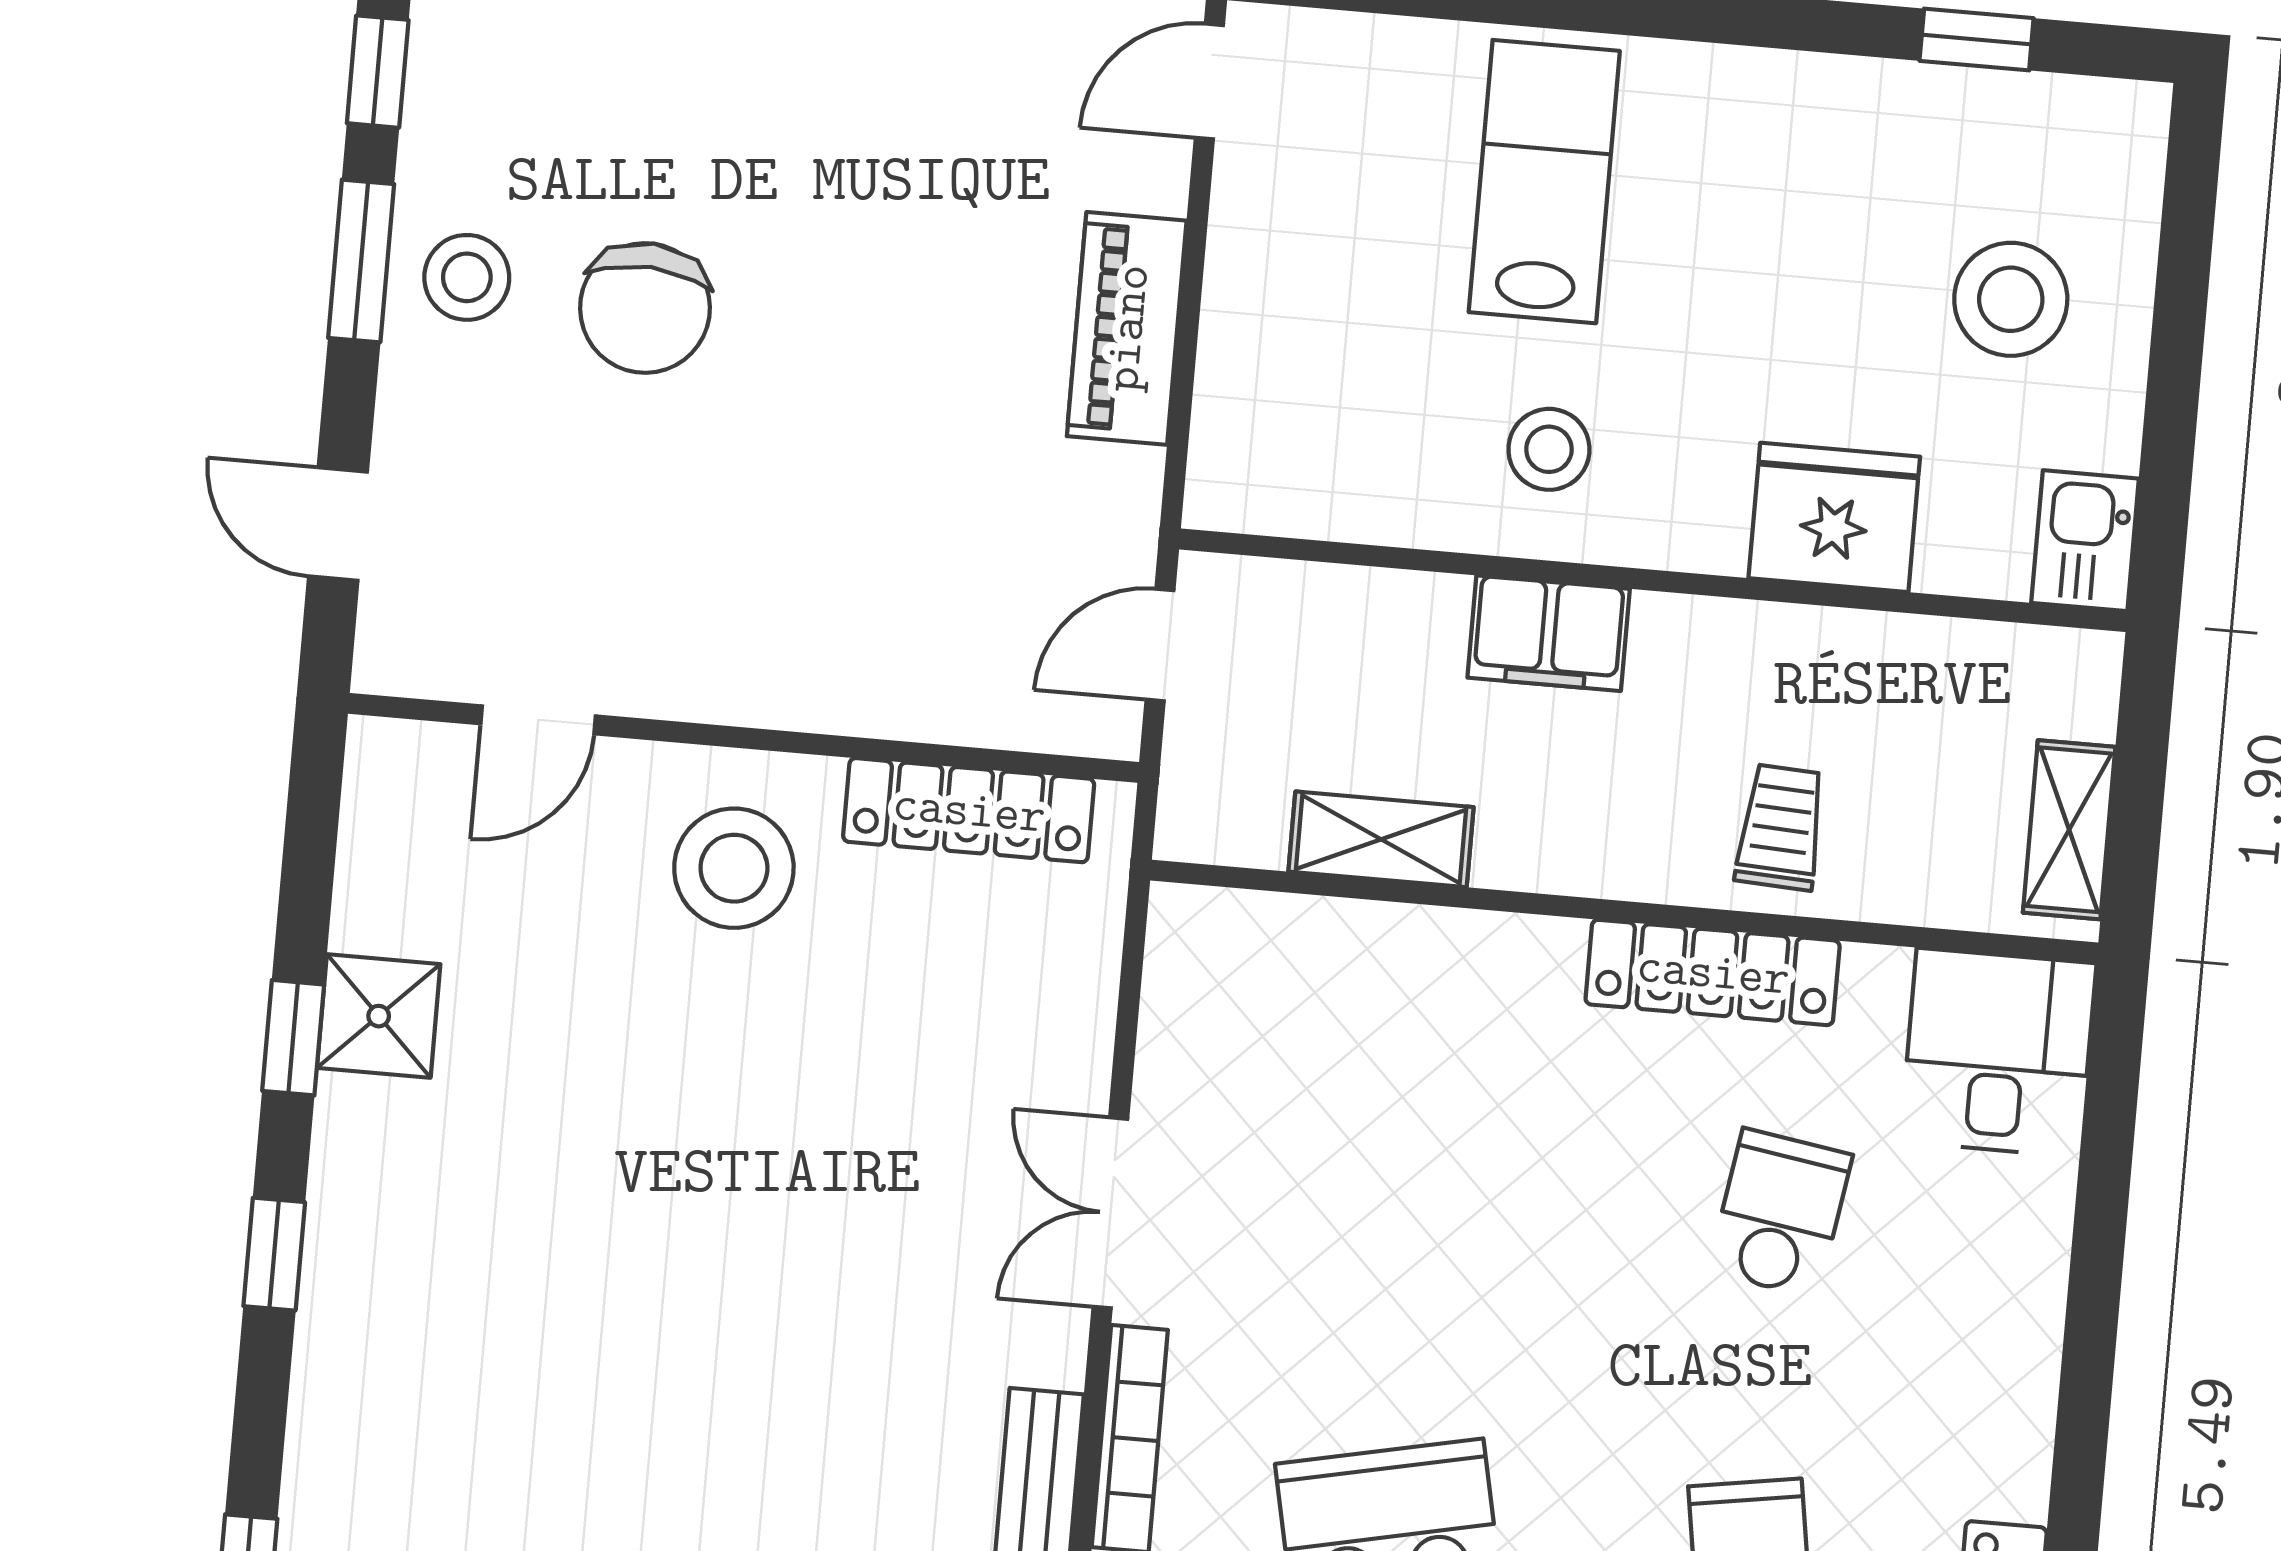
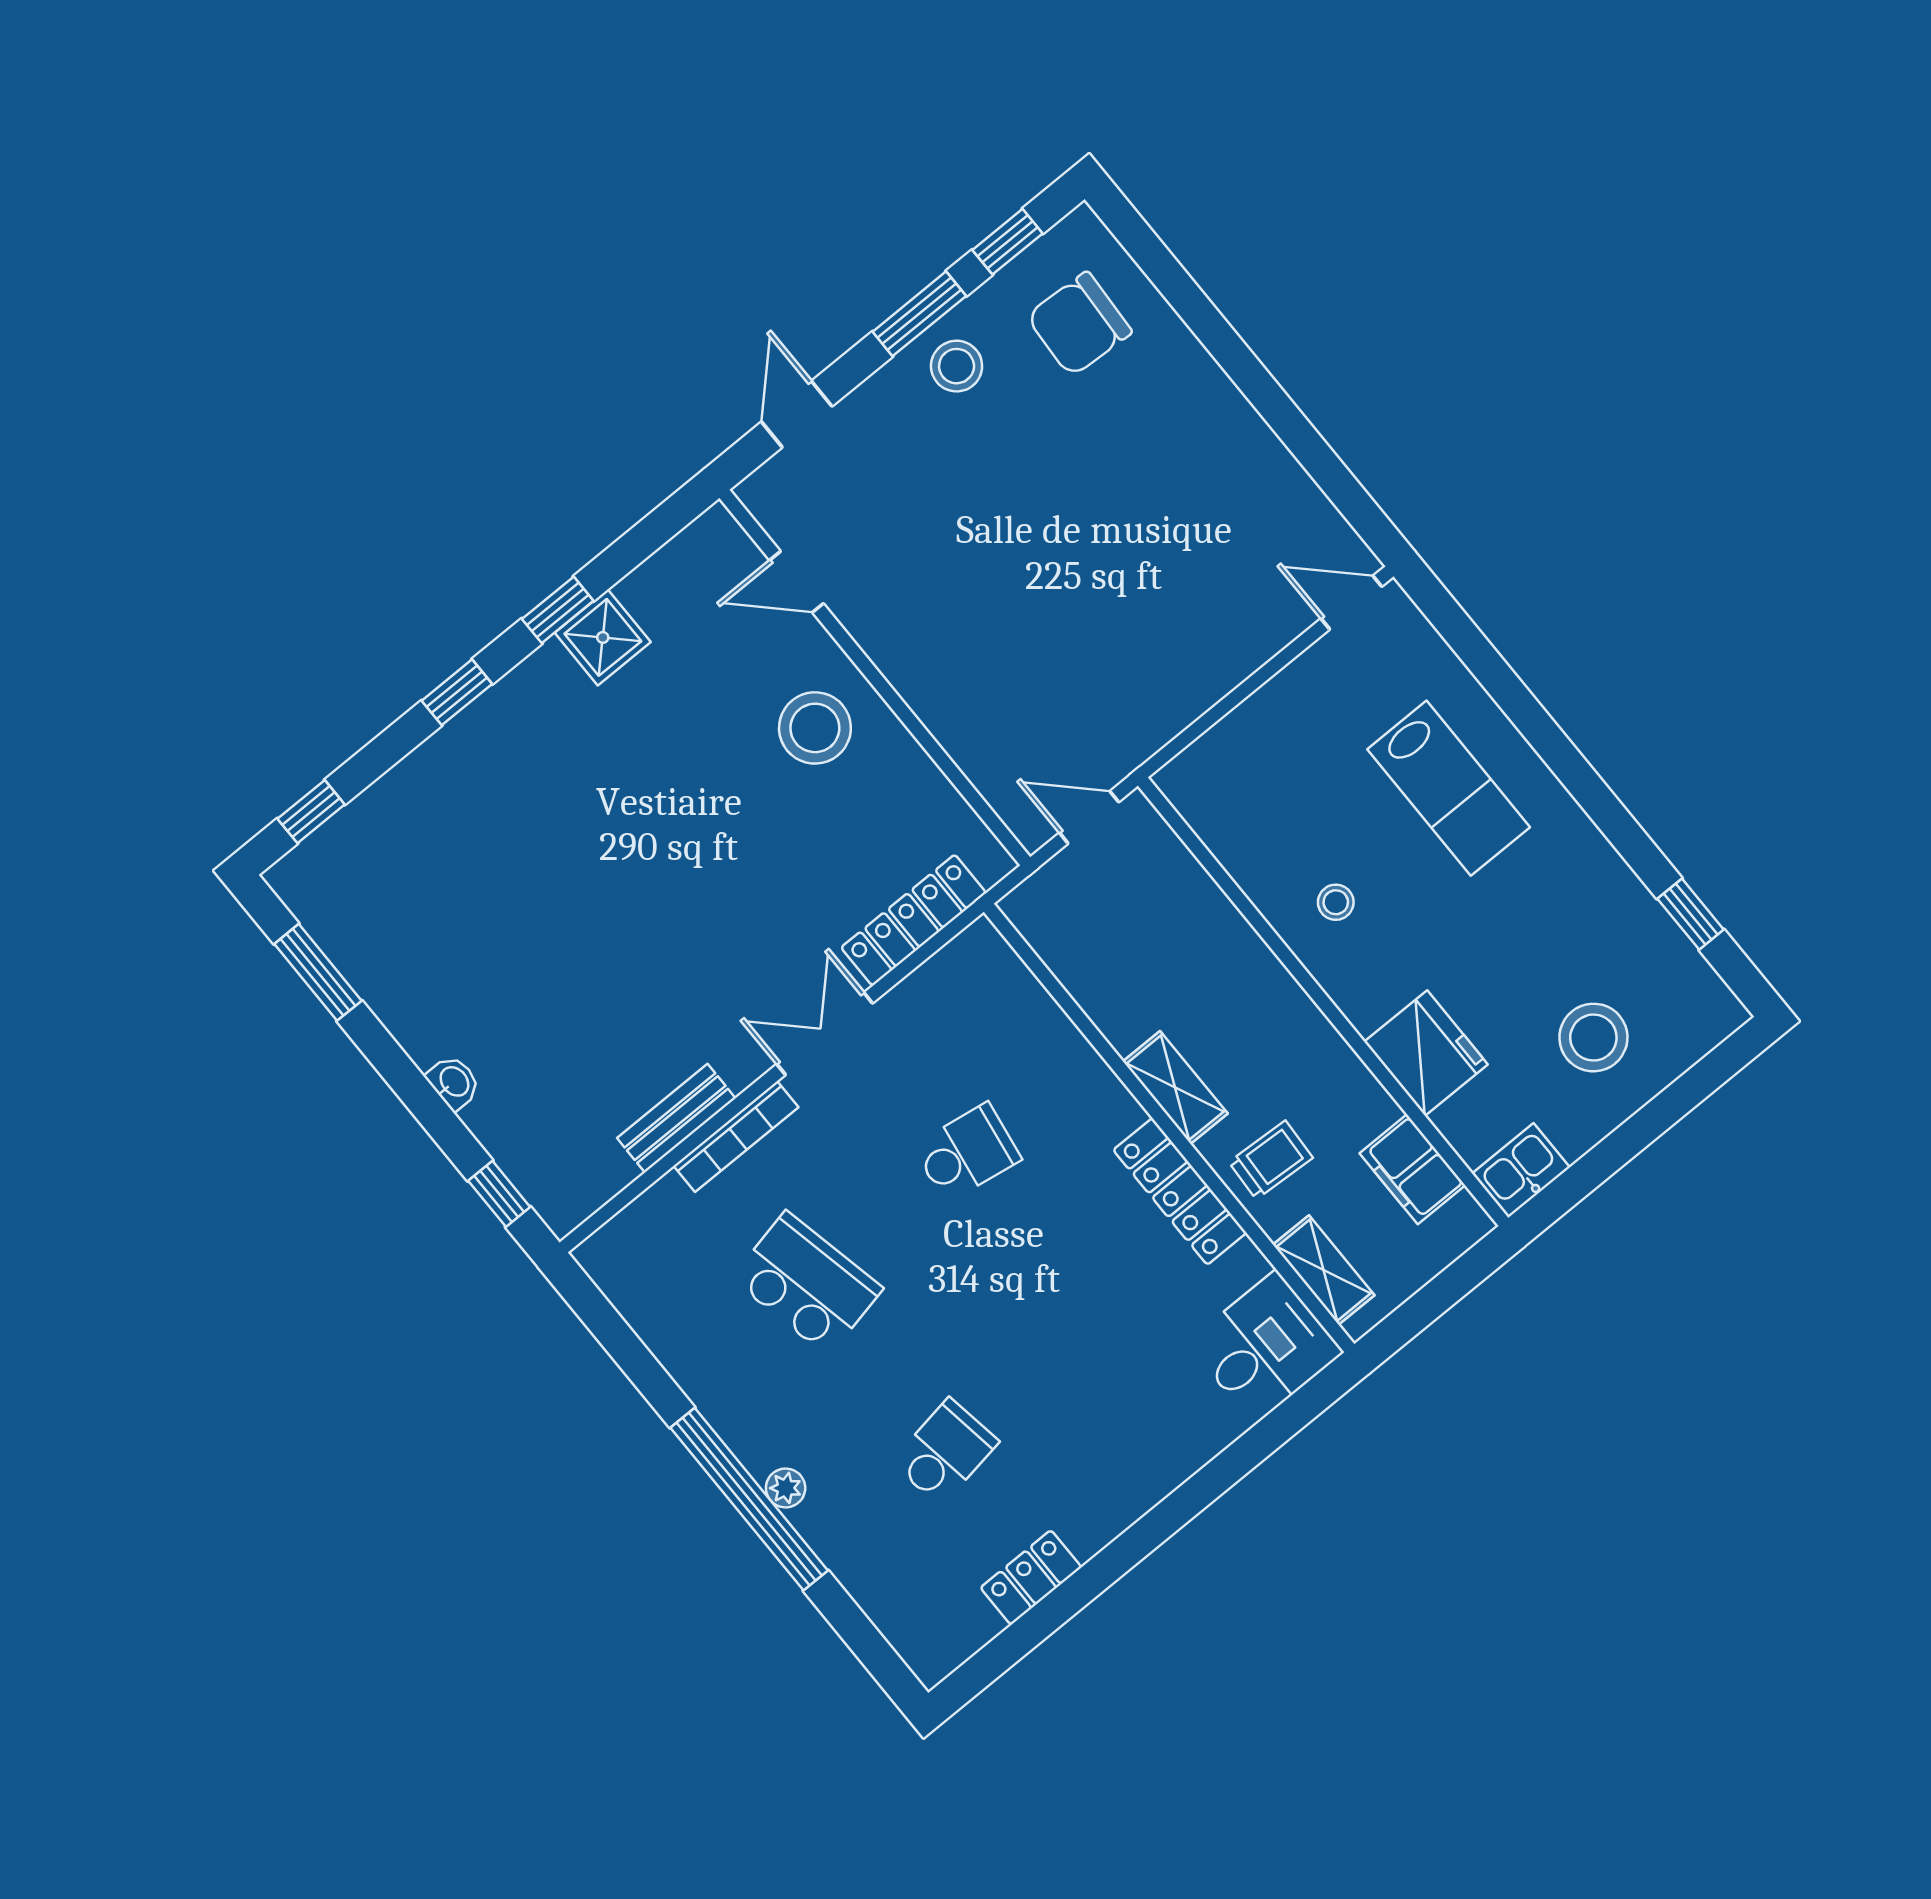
lab bench: (1544, 182) -> (1449, 788), turned 90
chair: (645, 308) -> (1079, 324), moved
piano: (1127, 328) -> (1211, 670), removed
stool: (1549, 449) -> (1336, 902), width x0.73, depth x0.73
filing cabinet: (1549, 633) -> (1412, 1169), moved
locker: (969, 810) -> (914, 920), moved, turned 90
shelving: (2069, 830) -> (1324, 1270), moved, turned 90
shelving: (1381, 839) -> (1175, 1088), moved
school desk: (1780, 1213) -> (967, 1153), moved

